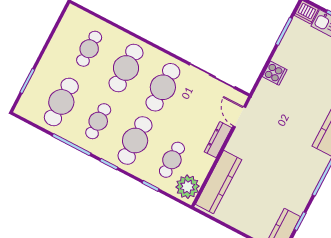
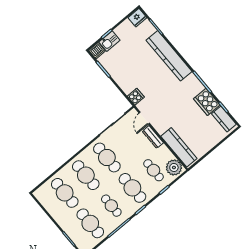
cafe table: (89, 49) -> (65, 193), width x1.37, depth x1.35
cooker: (275, 73) -> (136, 97), moved
door: (239, 117) -> (144, 118), hinge flipped
cooker: (298, 195) -> (207, 102), added

